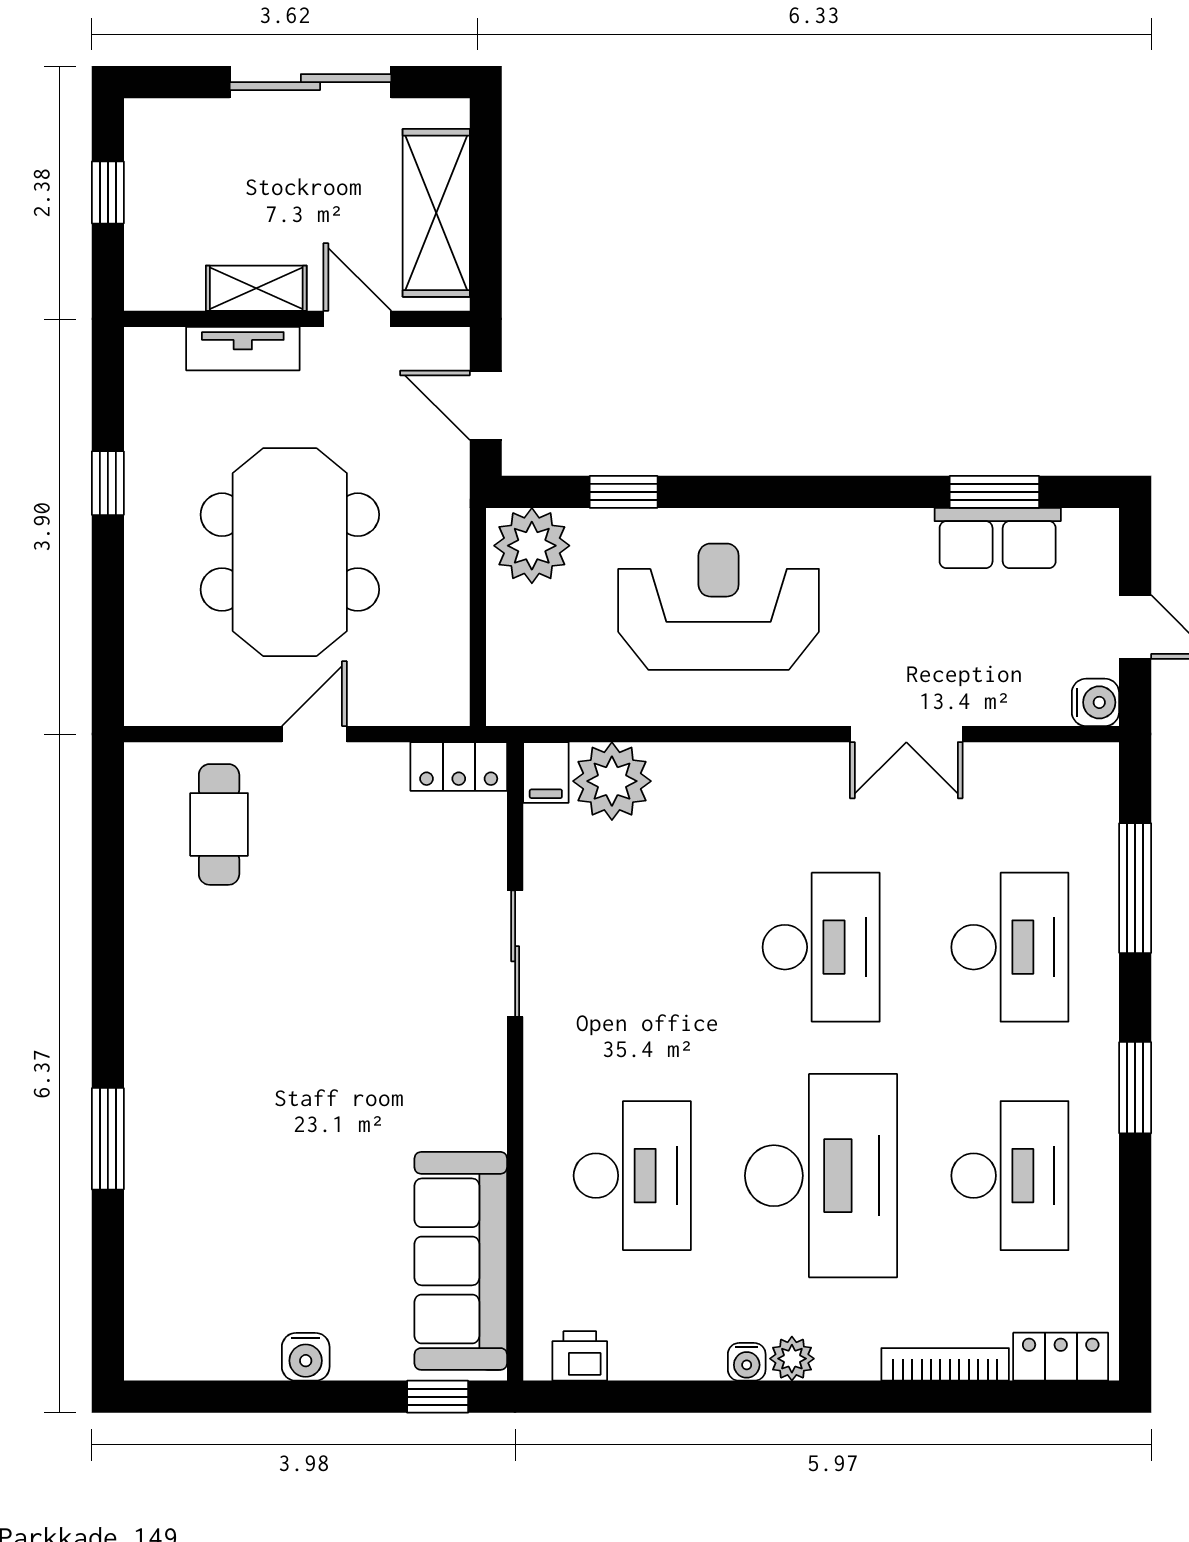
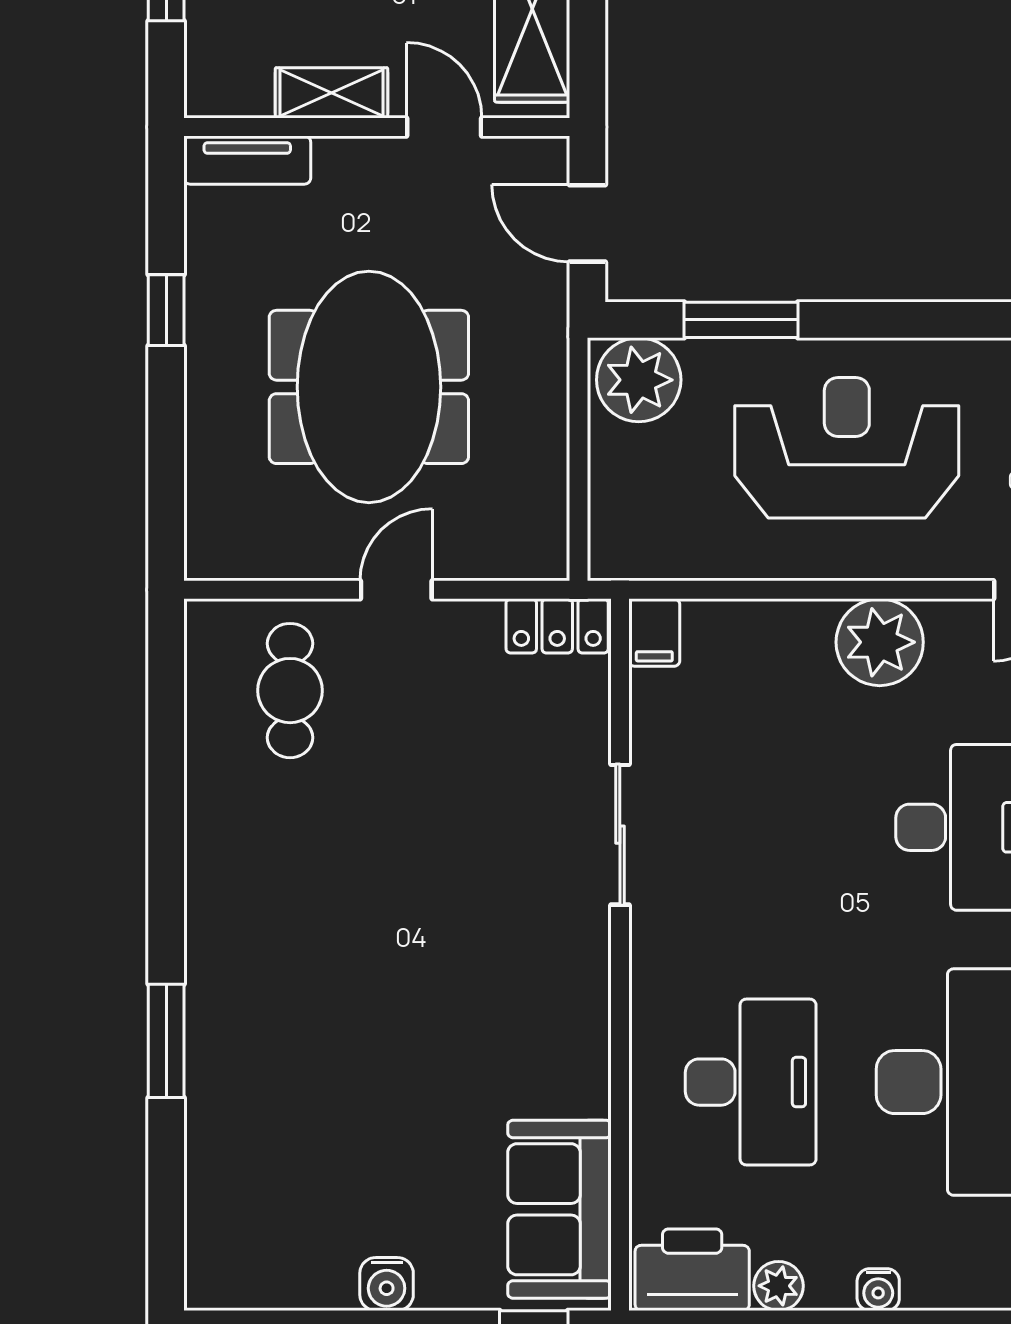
tv unit: (243, 349) -> (247, 160), moved
window: (624, 492) -> (741, 320), width x1.50
plant: (612, 781) -> (880, 642), moved
sofa: (461, 1261) -> (559, 1209), width x0.73
printer: (580, 1356) -> (692, 1270), width x1.87, depth x1.48
plant: (792, 1359) -> (779, 1286), moved

